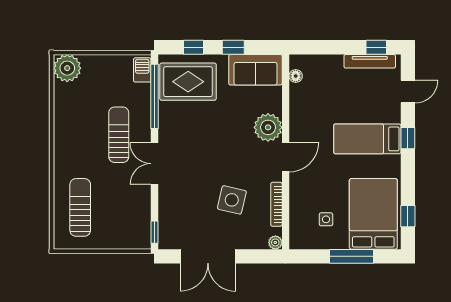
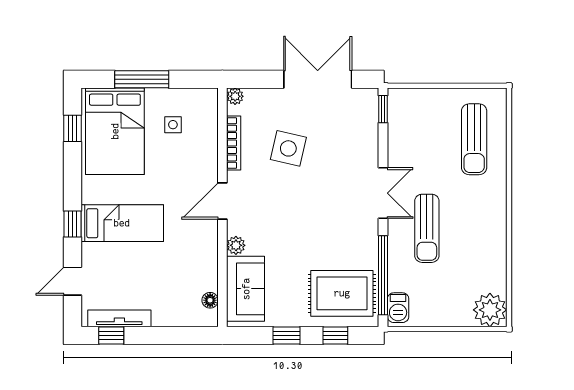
sofa: (255, 70) -> (246, 289), moved, turned 90
plant: (268, 127) -> (236, 245), width x0.53, depth x0.53

